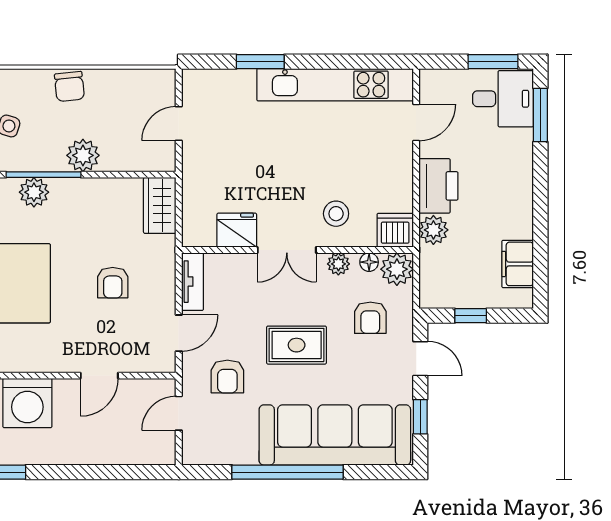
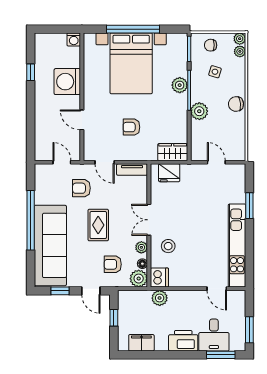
desk: (503, 99) -> (214, 335), moved
printer: (438, 186) -> (183, 341), moved, turned 180
fridge: (237, 230) -> (169, 173), moved, turned 90
door: (420, 359) -> (91, 291), hinge flipped

